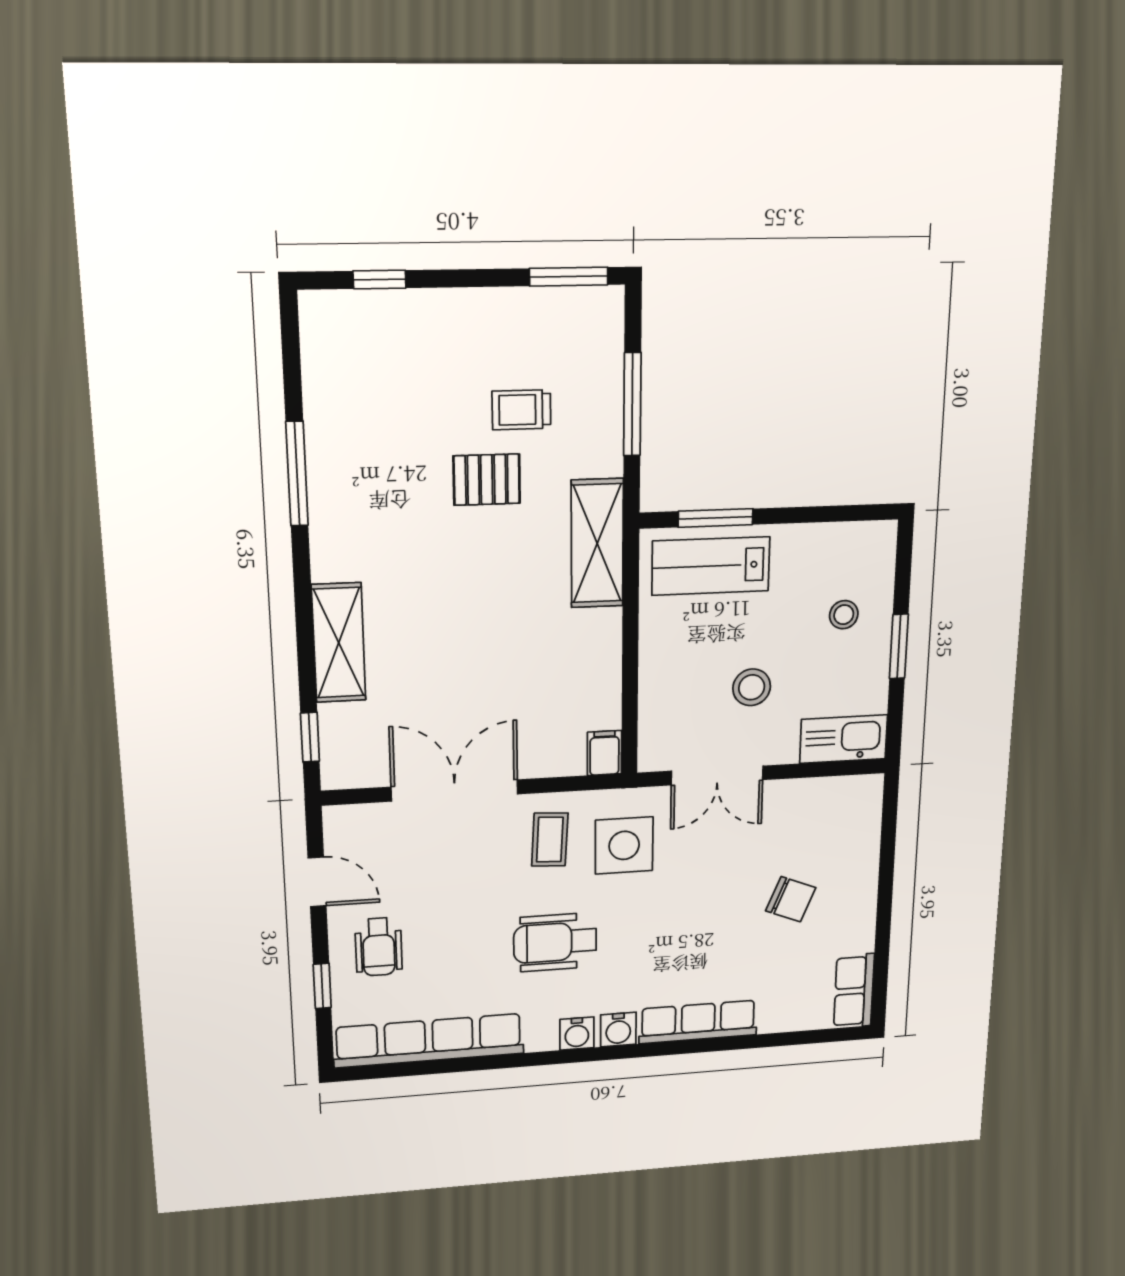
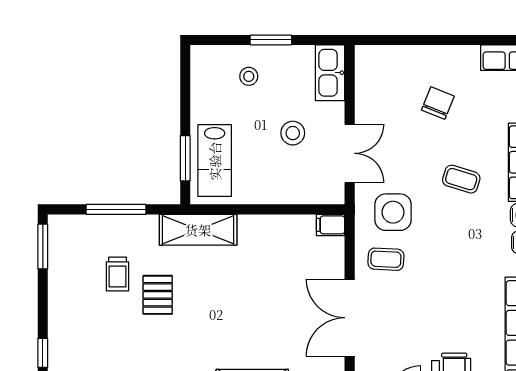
coffee table: (674, 940) -> (461, 179), added
wheelchair: (555, 942) -> (457, 256), removed

